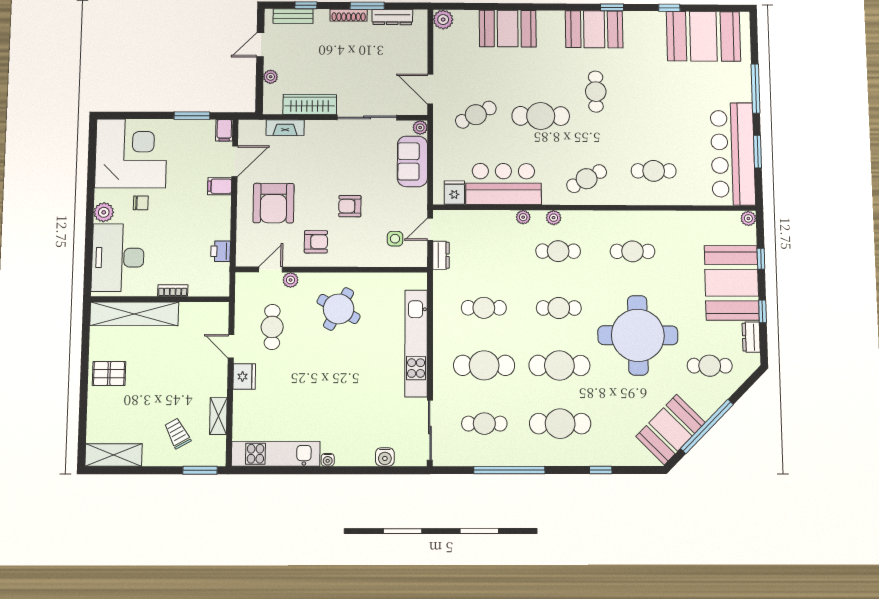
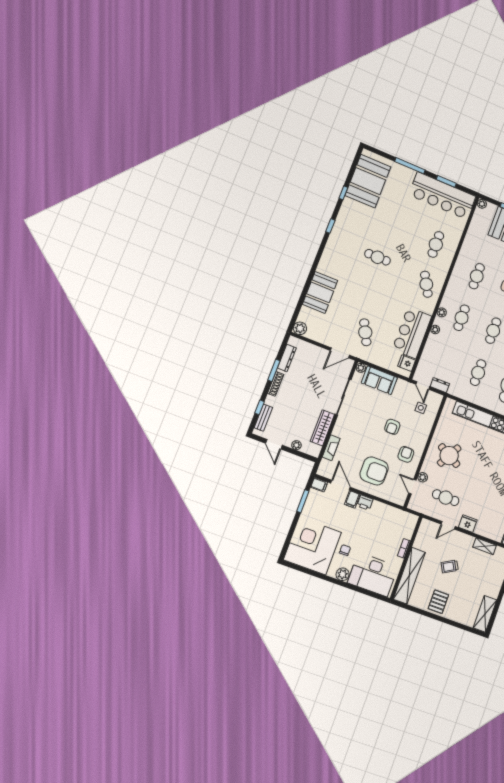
booth: (594, 29) -> (340, 242), removed
cafe table: (541, 116) -> (380, 295), removed
printer: (221, 251) -> (365, 503), moved
trolley: (177, 433) -> (450, 566), moved

